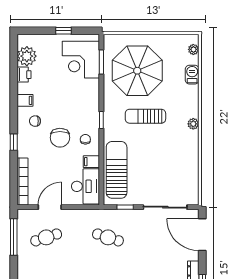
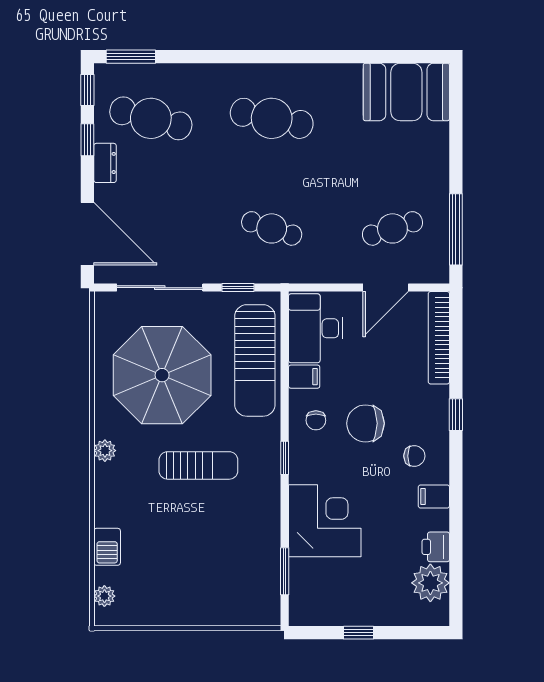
corner desk: (81, 60) -> (325, 521), moved
parasol: (137, 71) -> (162, 375), moved
chair: (60, 138) -> (365, 423), turned -90

